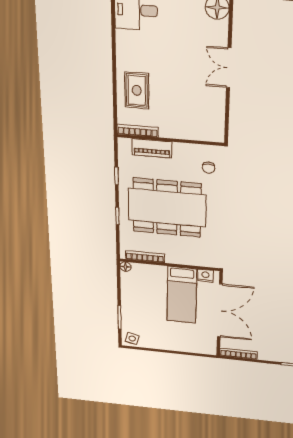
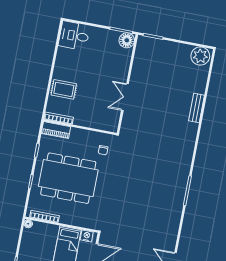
double door: (229, 68) -> (125, 97), moved
rug: (137, 90) -> (64, 89), turned 90
piano: (152, 148) -> (56, 130), moved

